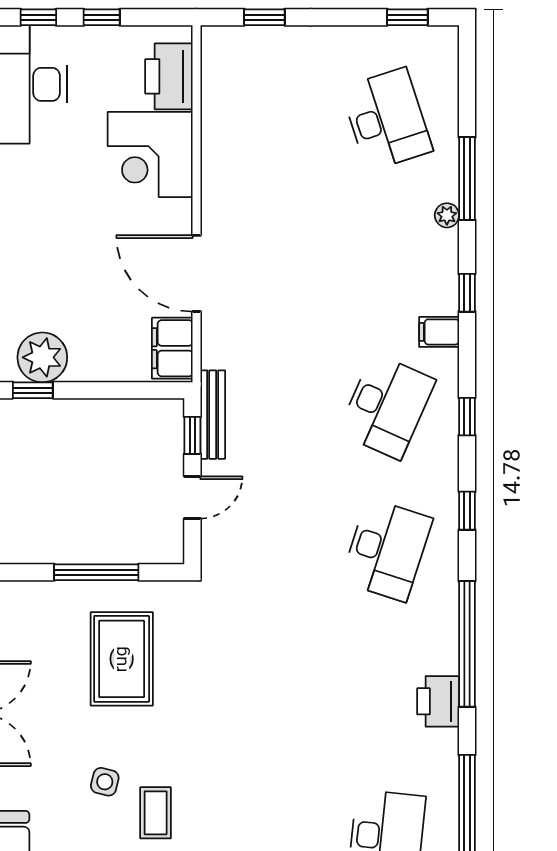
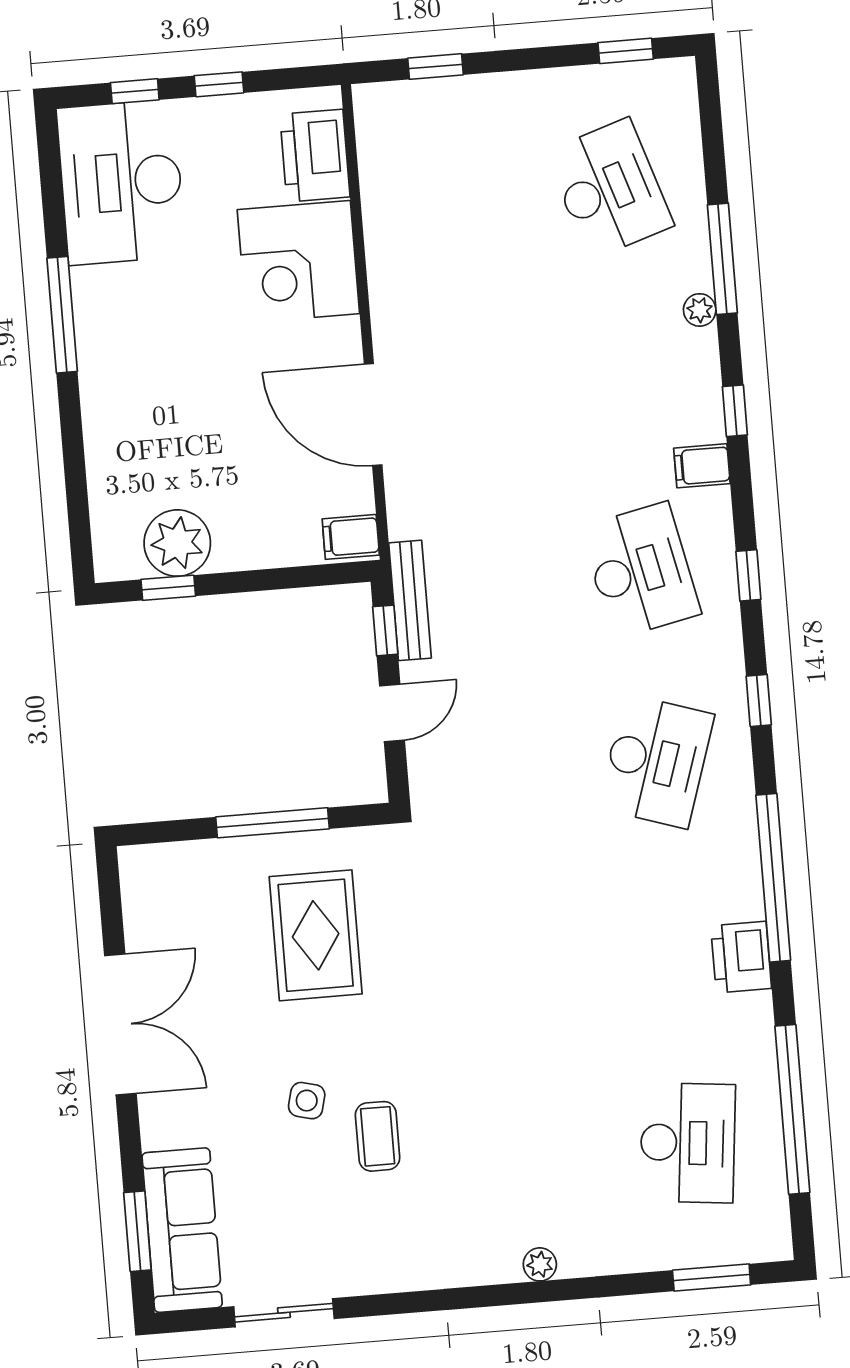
filing cabinet: (172, 348) -> (351, 537), width x0.50
desk: (387, 406) -> (641, 570), turned -36

